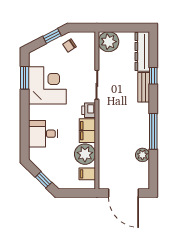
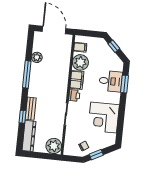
window: (25, 78) -> (124, 84), moved

